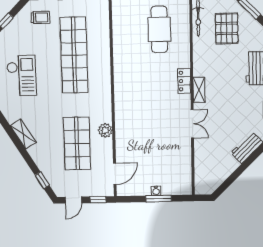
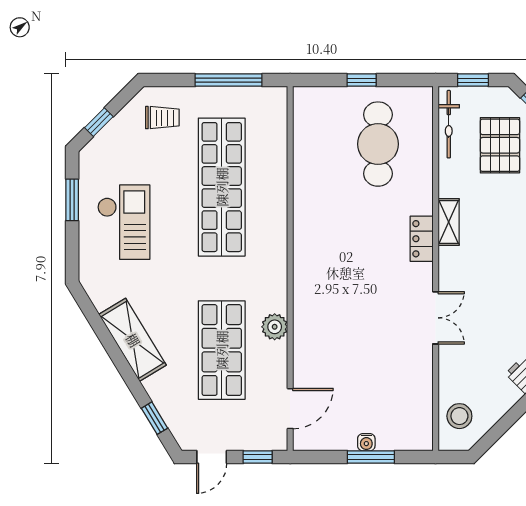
shelving: (199, 90) -> (449, 222), moved
shelving: (23, 134) -> (133, 340), width x1.50, depth x1.33
stool: (206, 176) -> (459, 416), added

